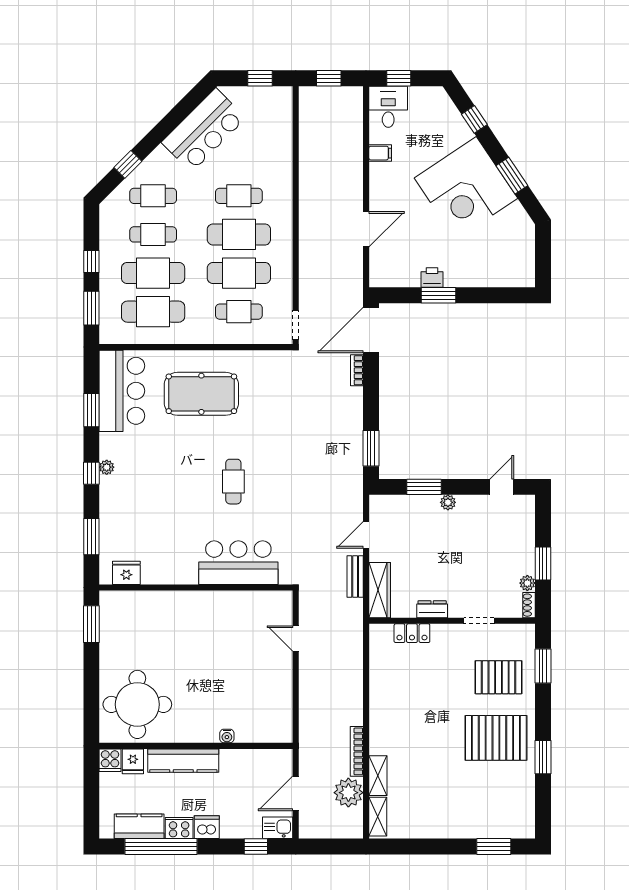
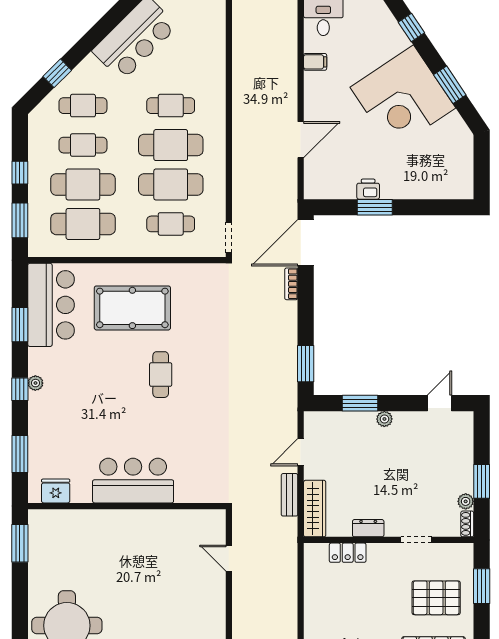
cafe table: (233, 482) -> (161, 375), moved
bar counter: (238, 563) -> (133, 481), moved

